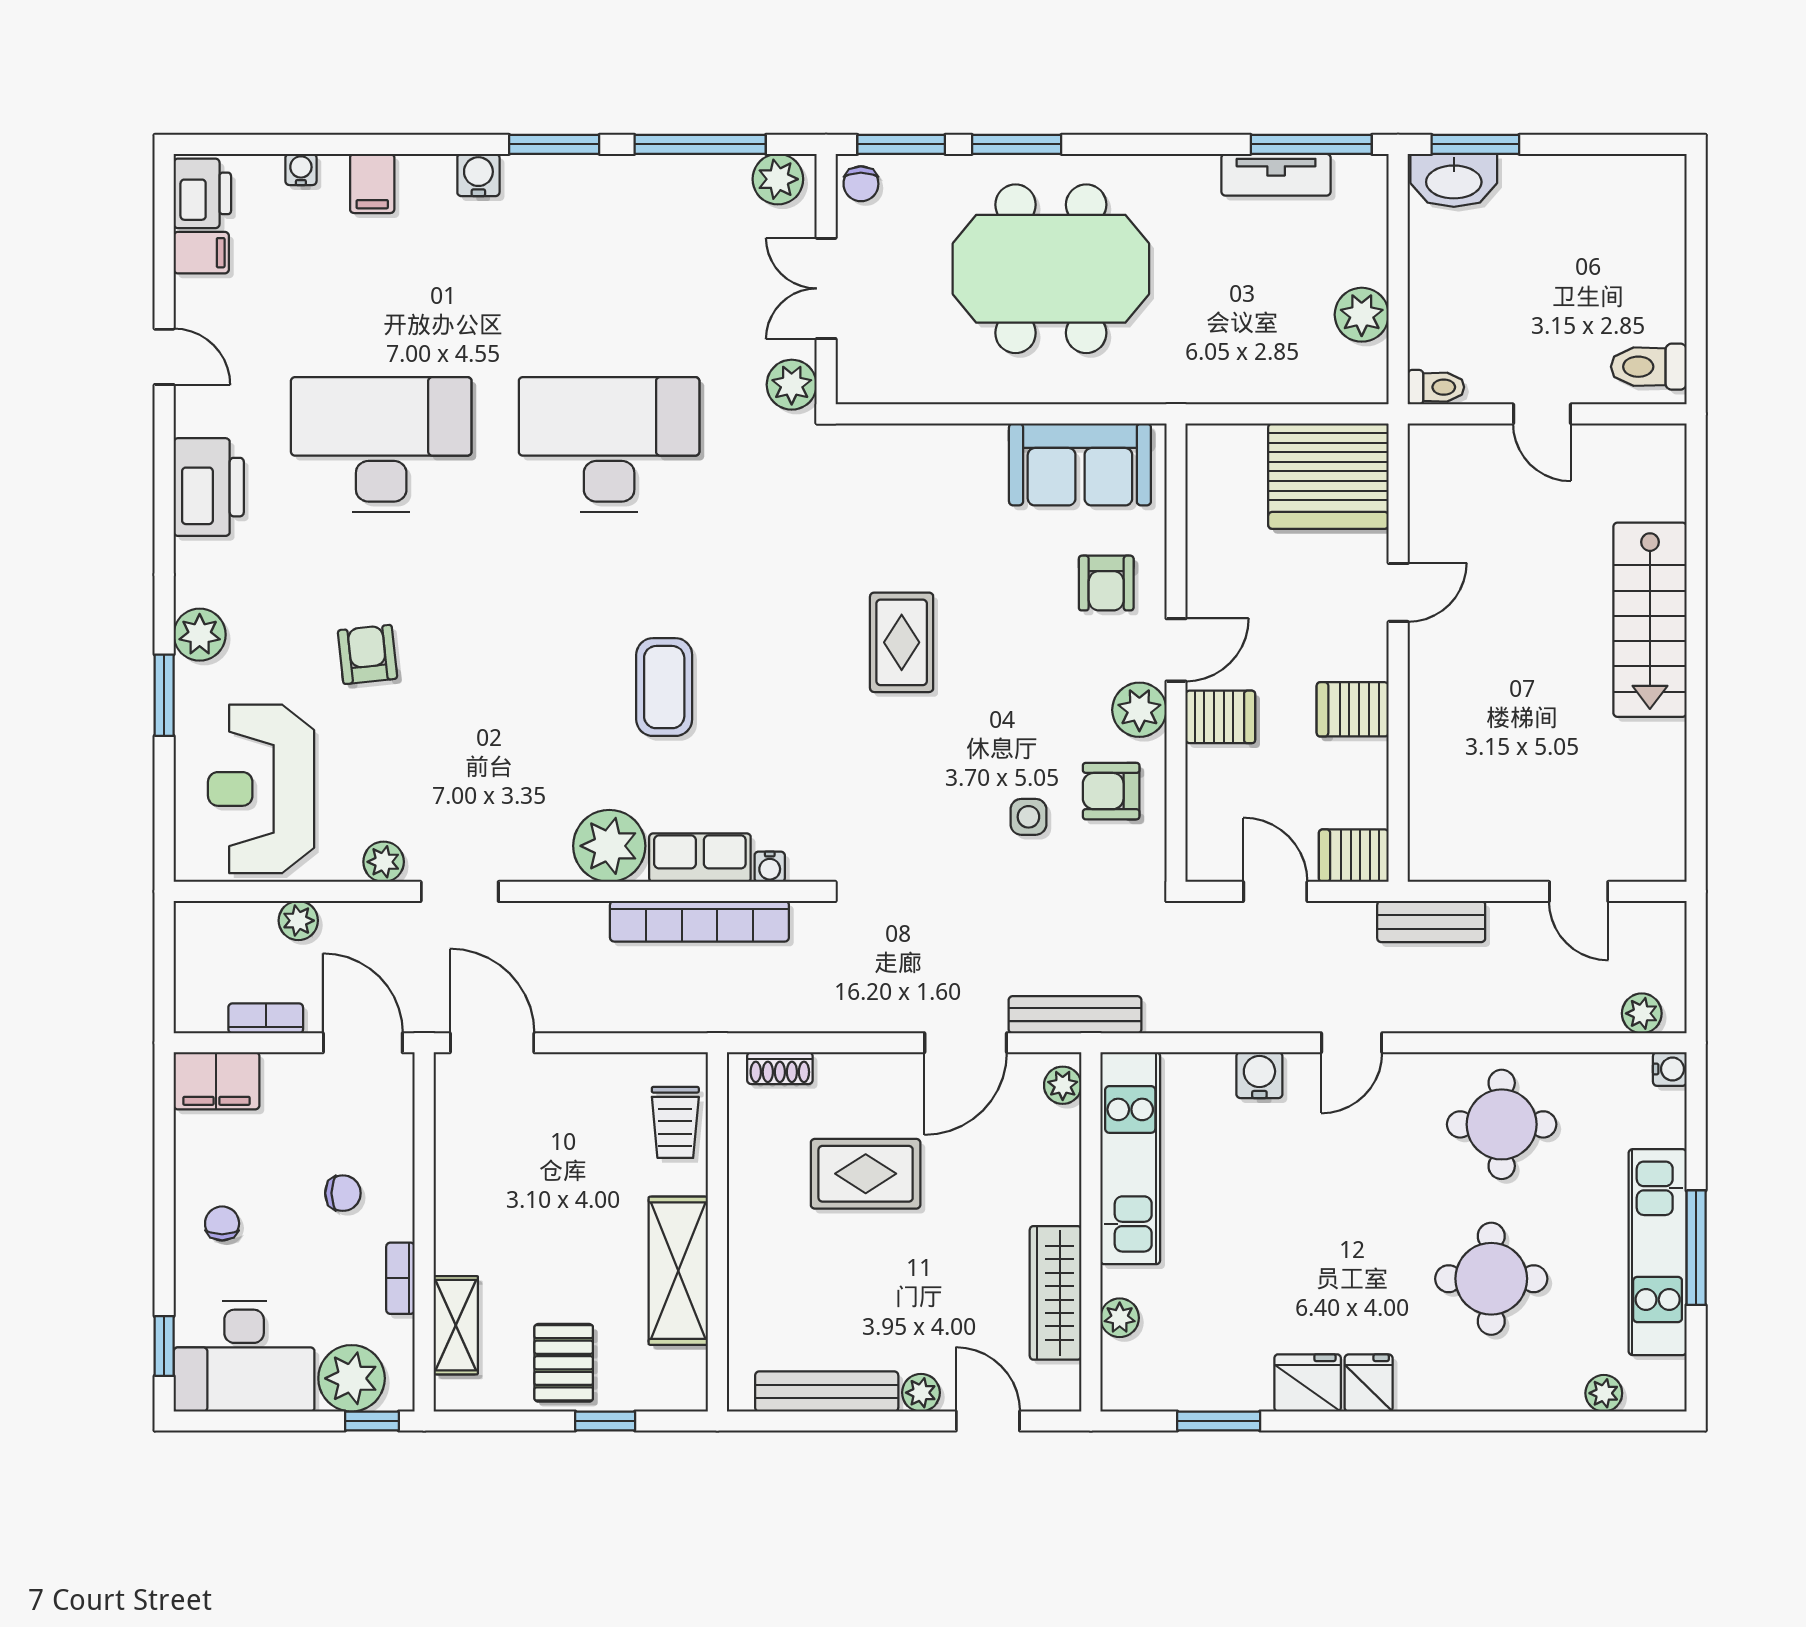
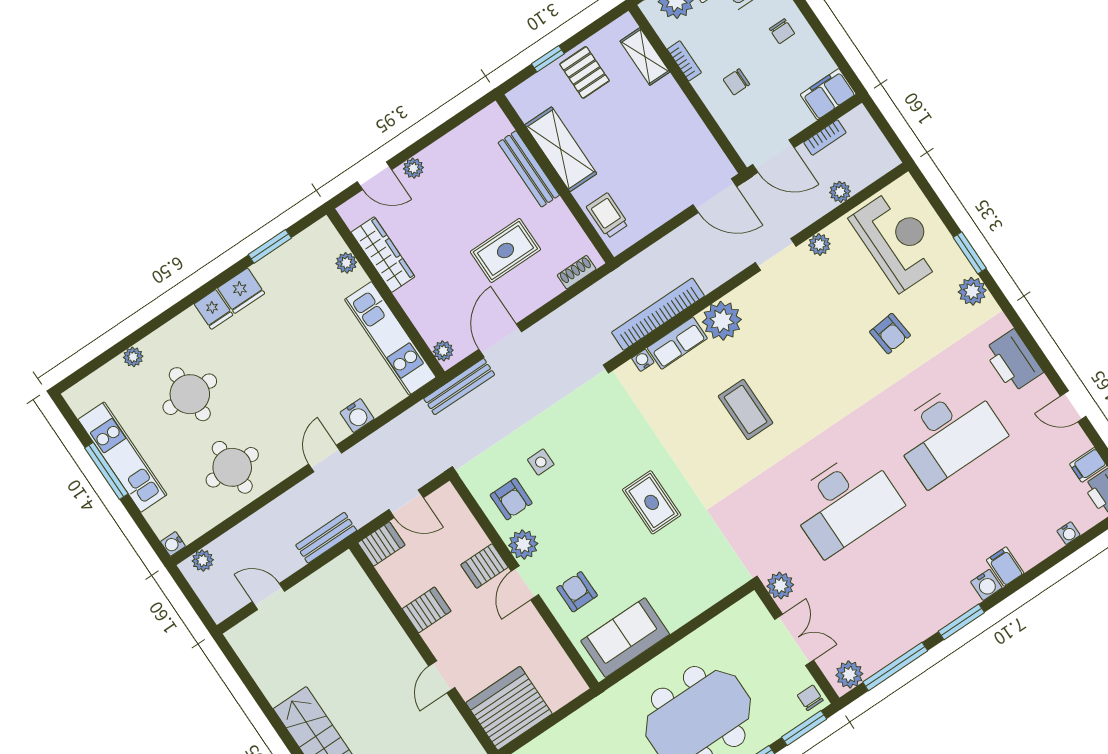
filing cabinet: (372, 183) -> (1005, 567), moved
armchair: (1111, 791) -> (511, 499), turned 90
bench: (827, 1391) -> (529, 169), moved, turned 90
plant: (1604, 1393) -> (133, 357), moved

